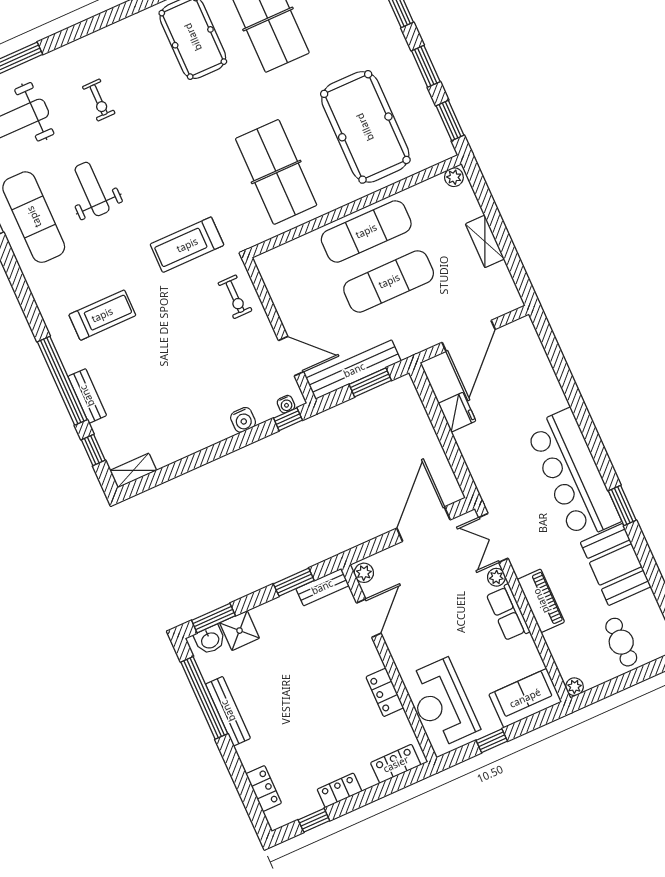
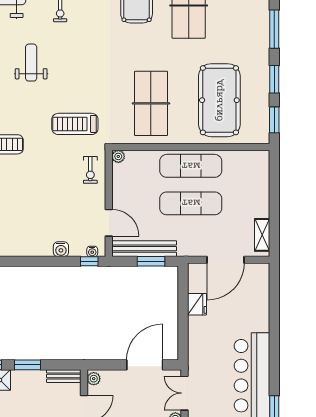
plant: (454, 177) -> (118, 156), moved
shelving: (485, 241) -> (262, 235), moved
window: (294, 582) -> (27, 365), moved

